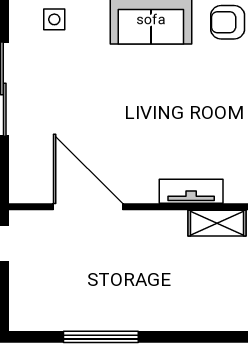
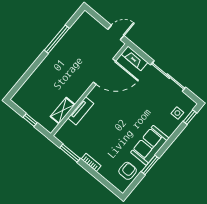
fireplace: (21, 174) -> (134, 58), added

